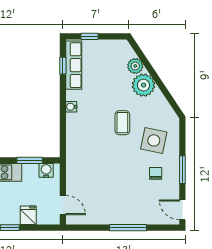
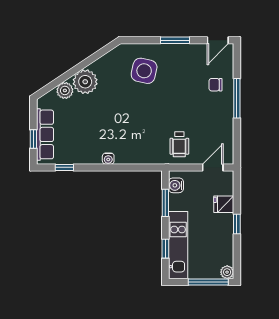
row of seats: (74, 65) -> (45, 134), moved, turned 90
coffee table: (122, 123) -> (125, 104), removed
chair: (156, 173) -> (215, 85), moved
wheelchair: (85, 174) -> (179, 144), added

